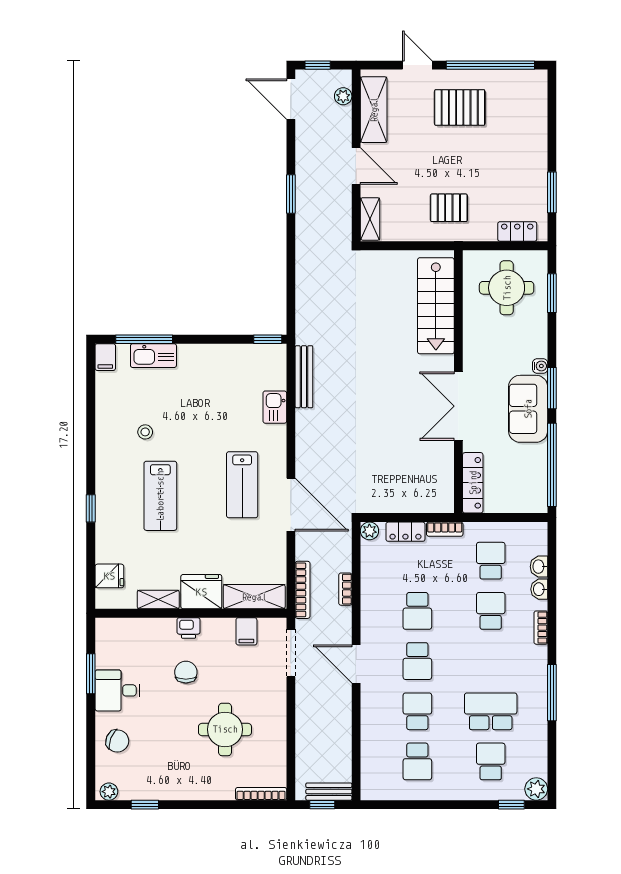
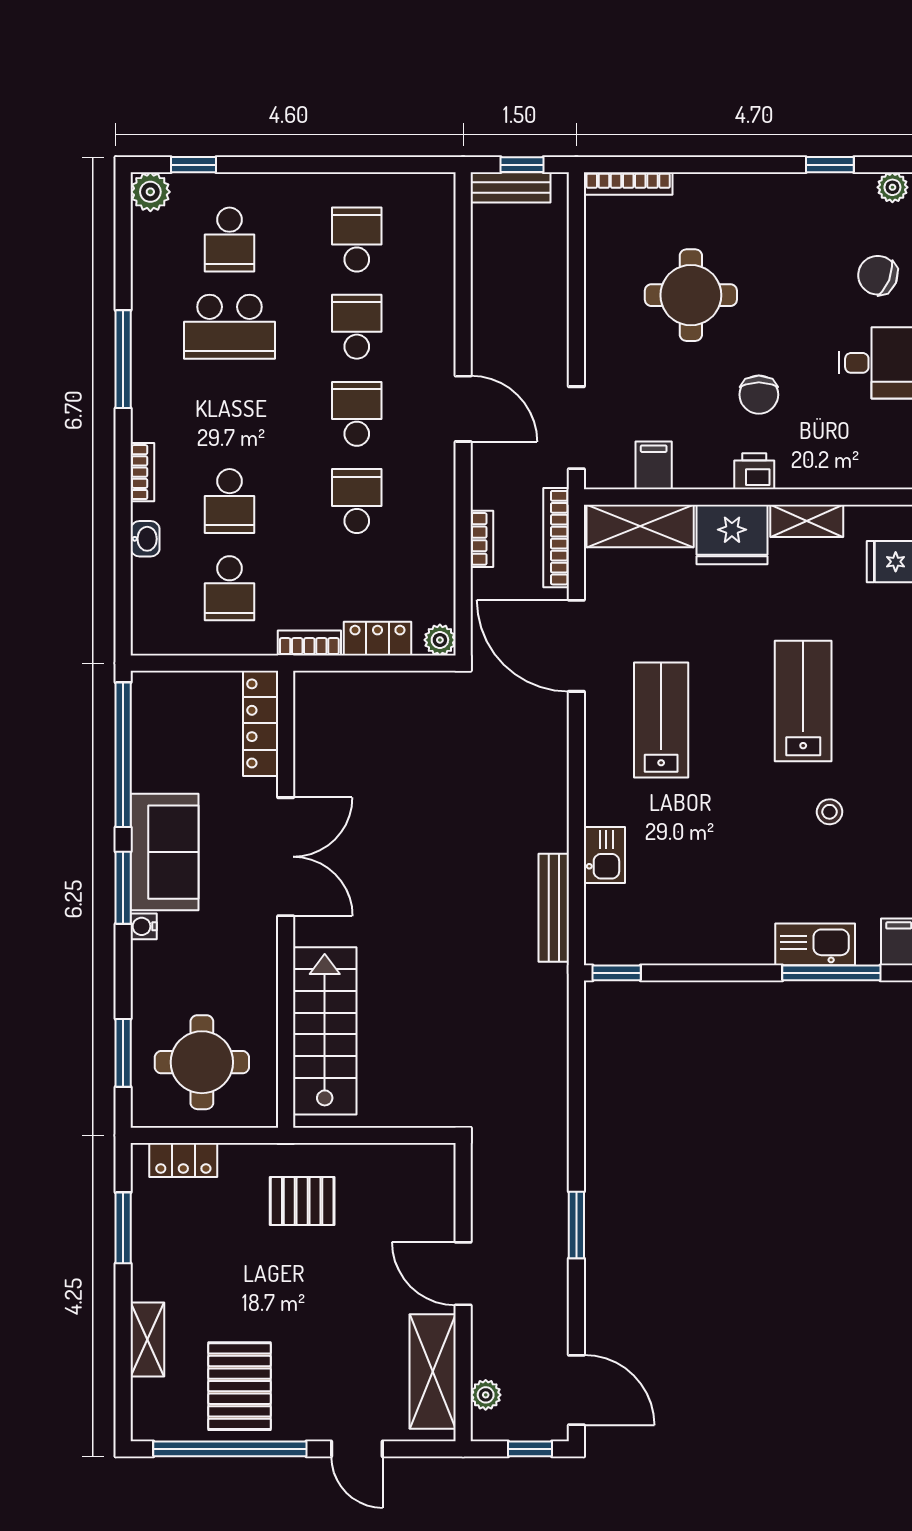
pallet: (460, 107) -> (240, 1386), moved, turned 90
shelving: (370, 219) -> (147, 1339), moved
door: (291, 505) -> (576, 646), moved
washbasin: (539, 567) -> (146, 578), removed
school desk: (417, 711) -> (357, 327), turned 180

